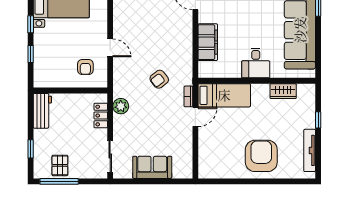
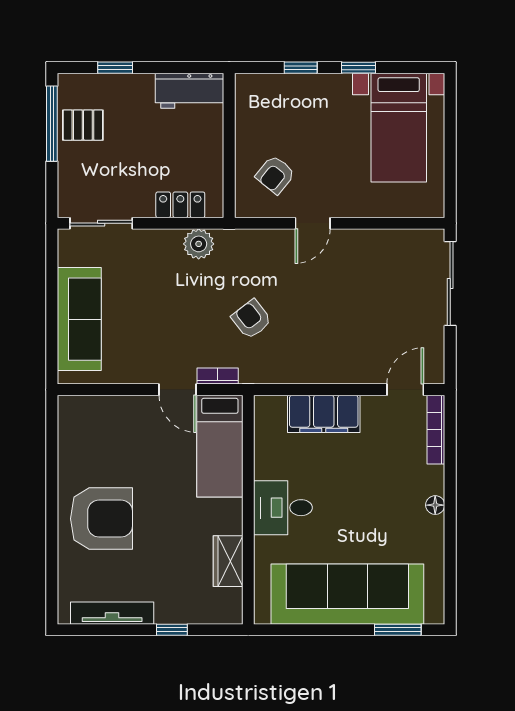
armchair: (85, 67) -> (275, 175), turned -51
sofa: (152, 167) -> (79, 319), width x1.36

